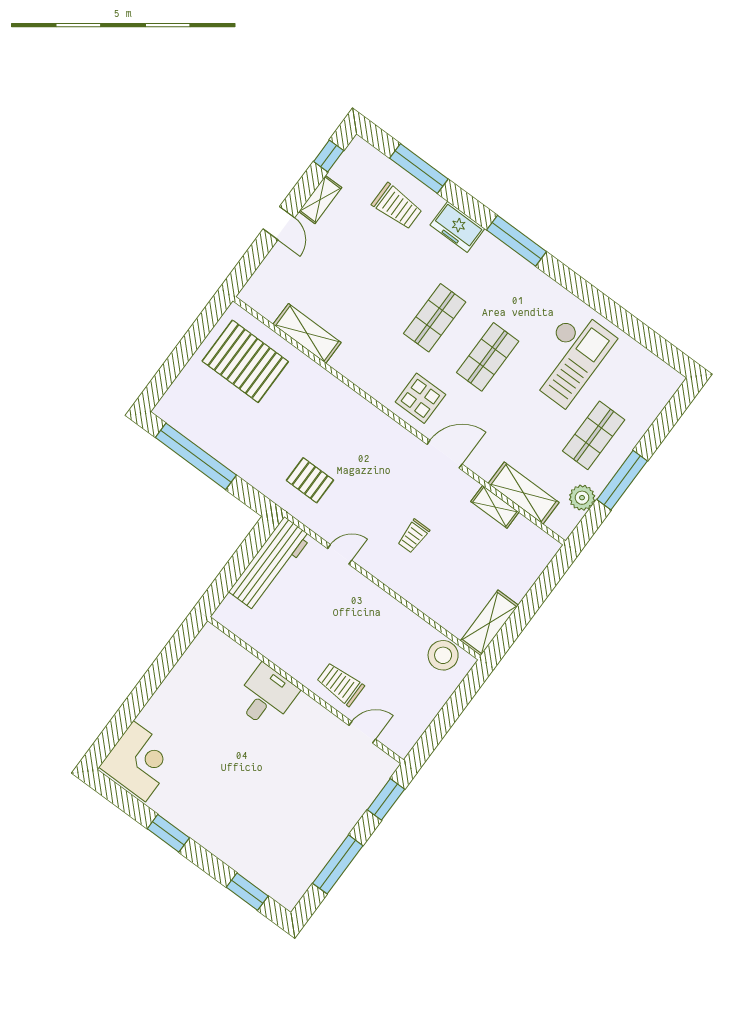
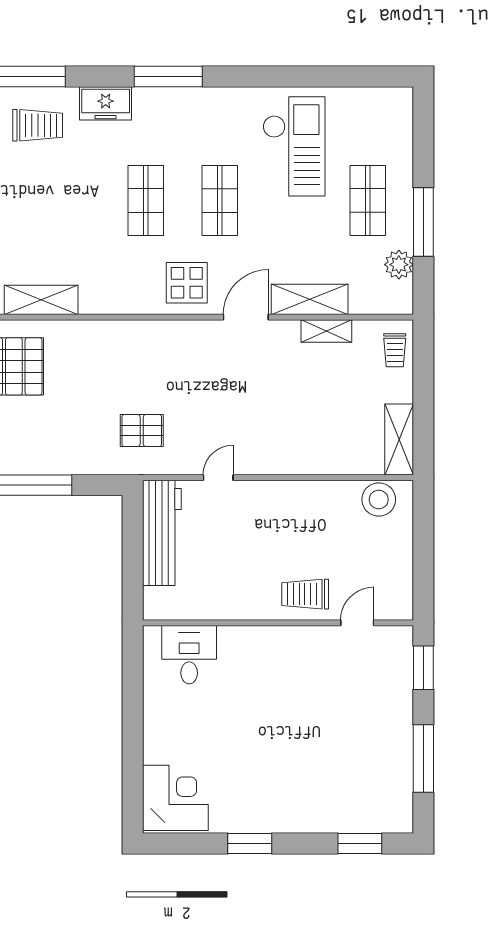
shelving: (524, 493) -> (310, 299), moved
trolley: (414, 536) -> (395, 350), moved
desk: (266, 696) -> (189, 655), moved

